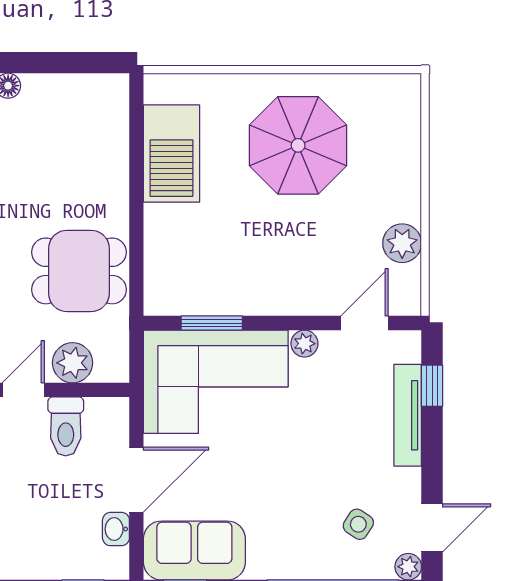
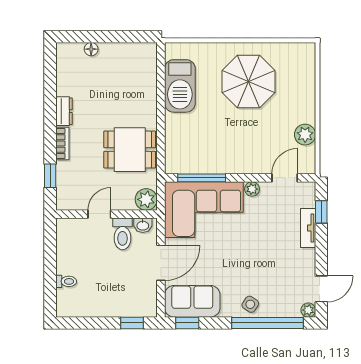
window: (212, 323) -> (202, 178), width x1.44
plant: (73, 363) -> (146, 199), moved
tv unit: (408, 415) -> (308, 228), width x0.71
side table: (358, 524) -> (250, 304), moved
washbasin: (116, 529) -> (143, 225), moved, turned -90

